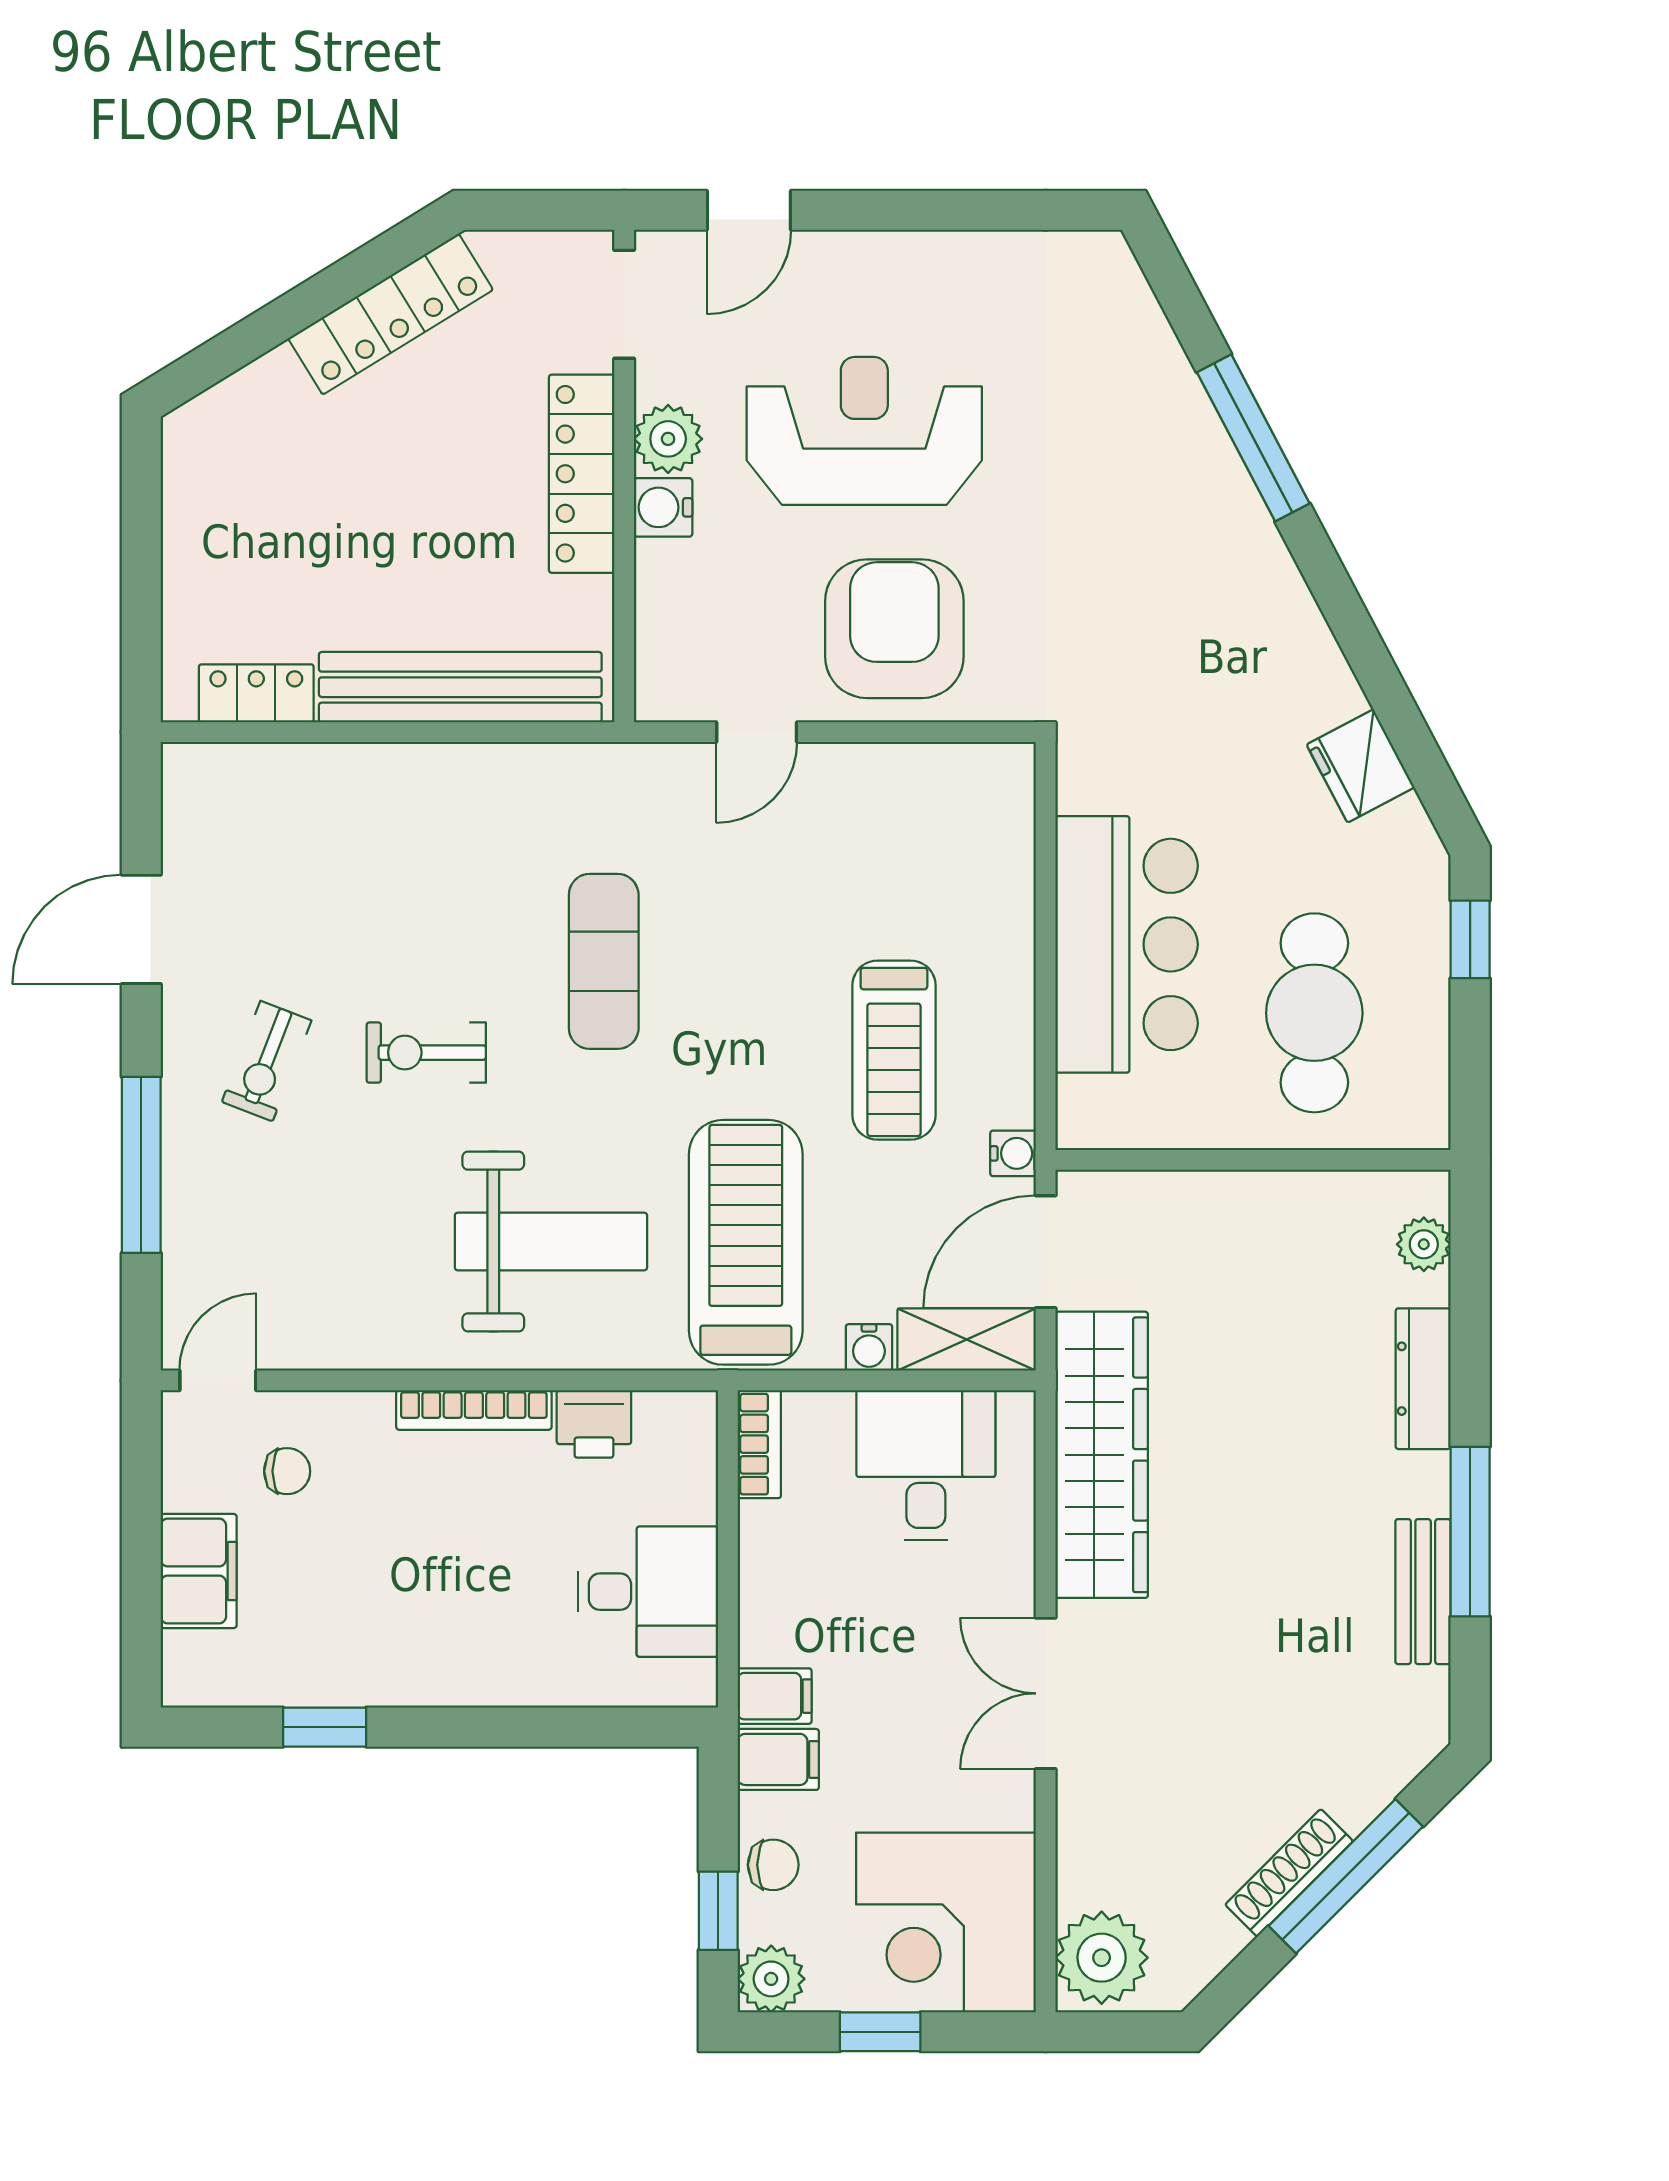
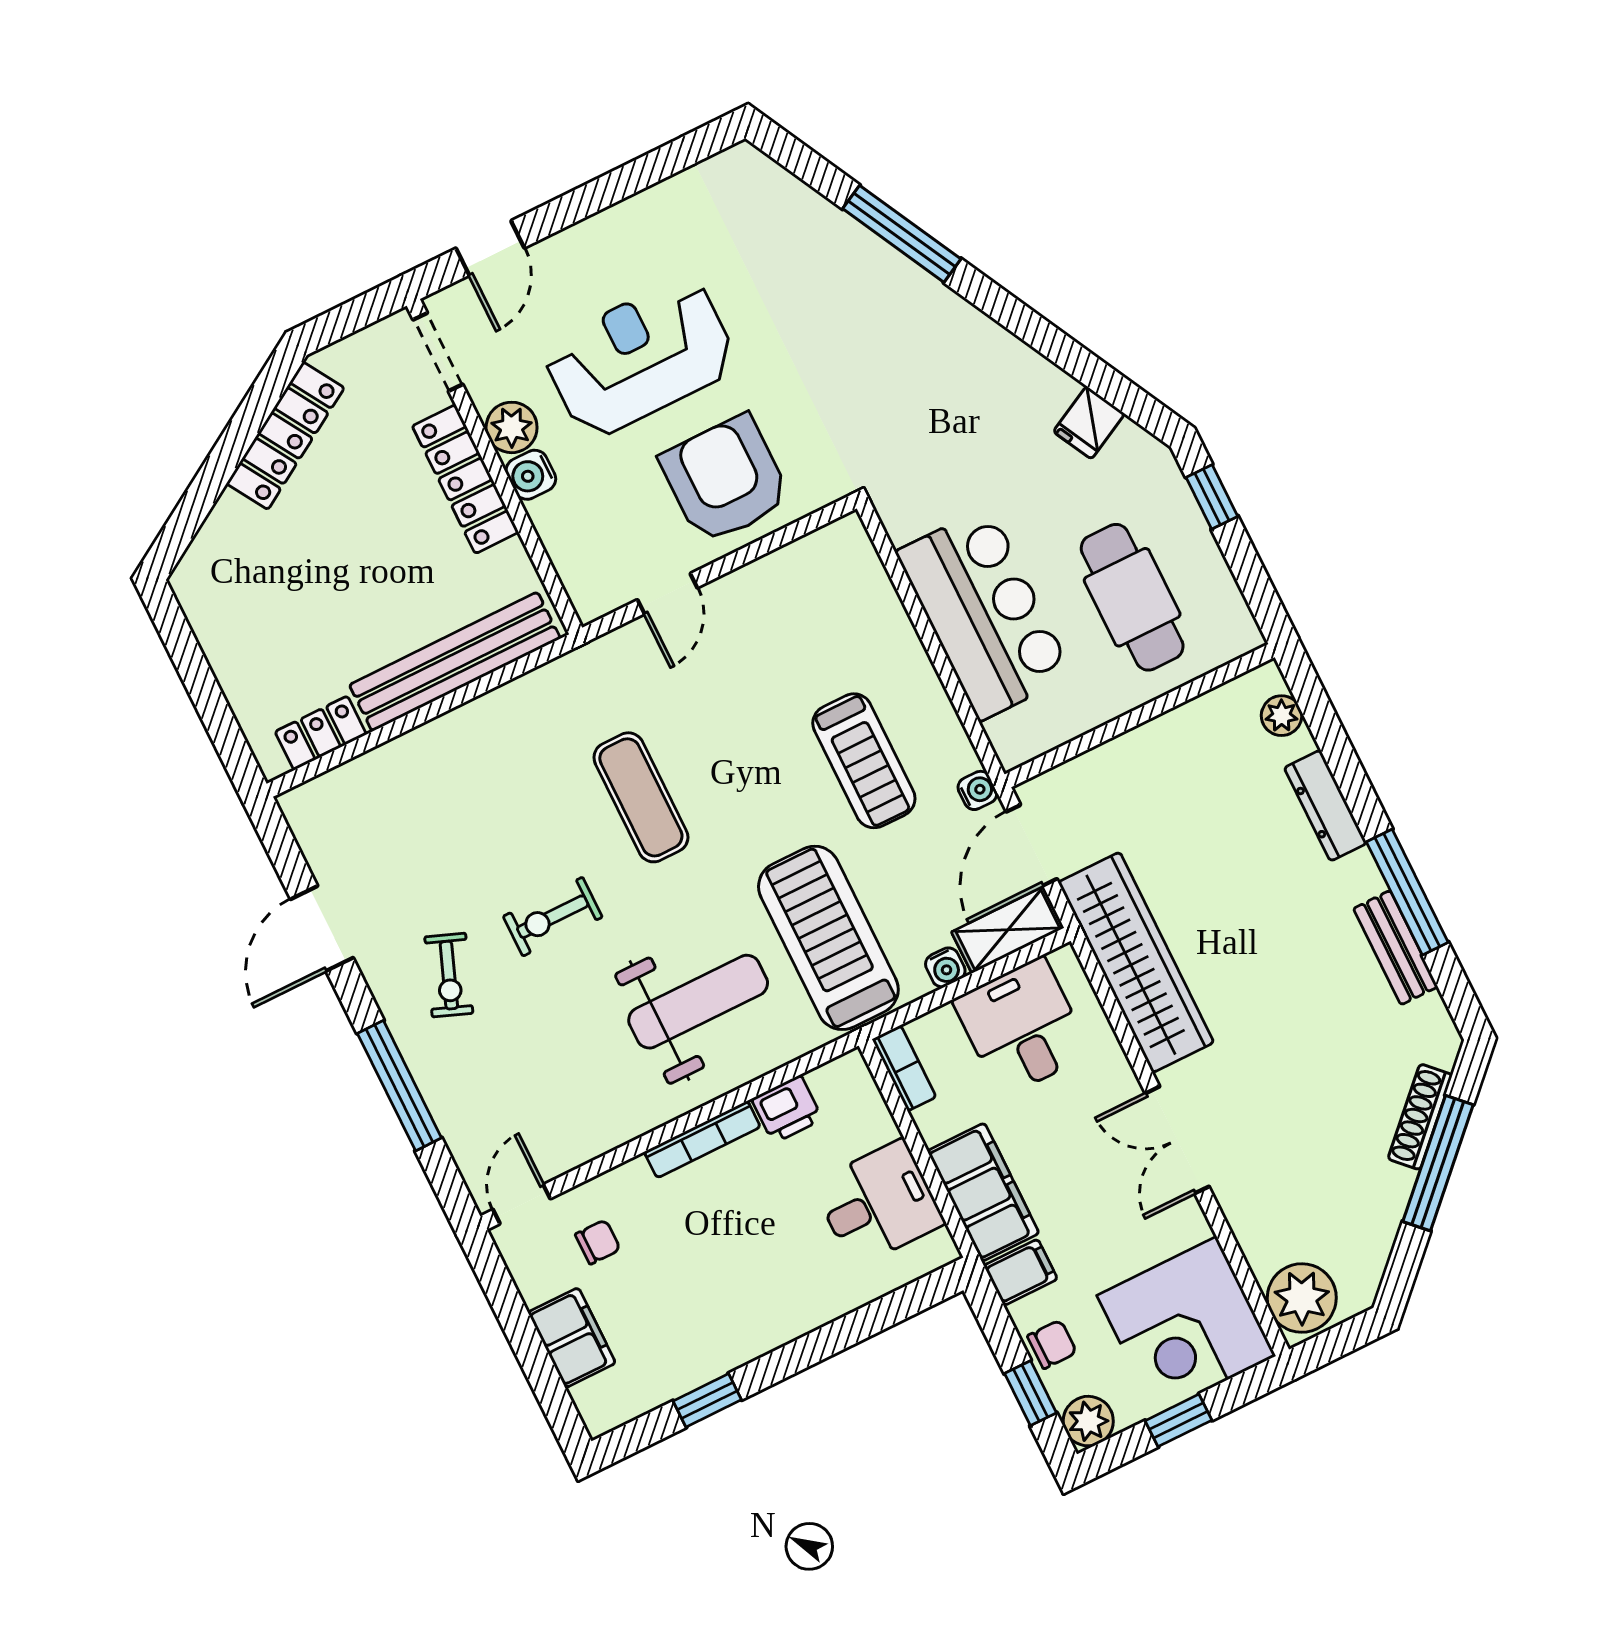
fridge: (1361, 766) -> (1089, 423), width x0.72
filing cabinet: (775, 1696) -> (983, 1192), width x3.00, depth x1.17
shoe rack: (1289, 1873) -> (1420, 1117), moved

